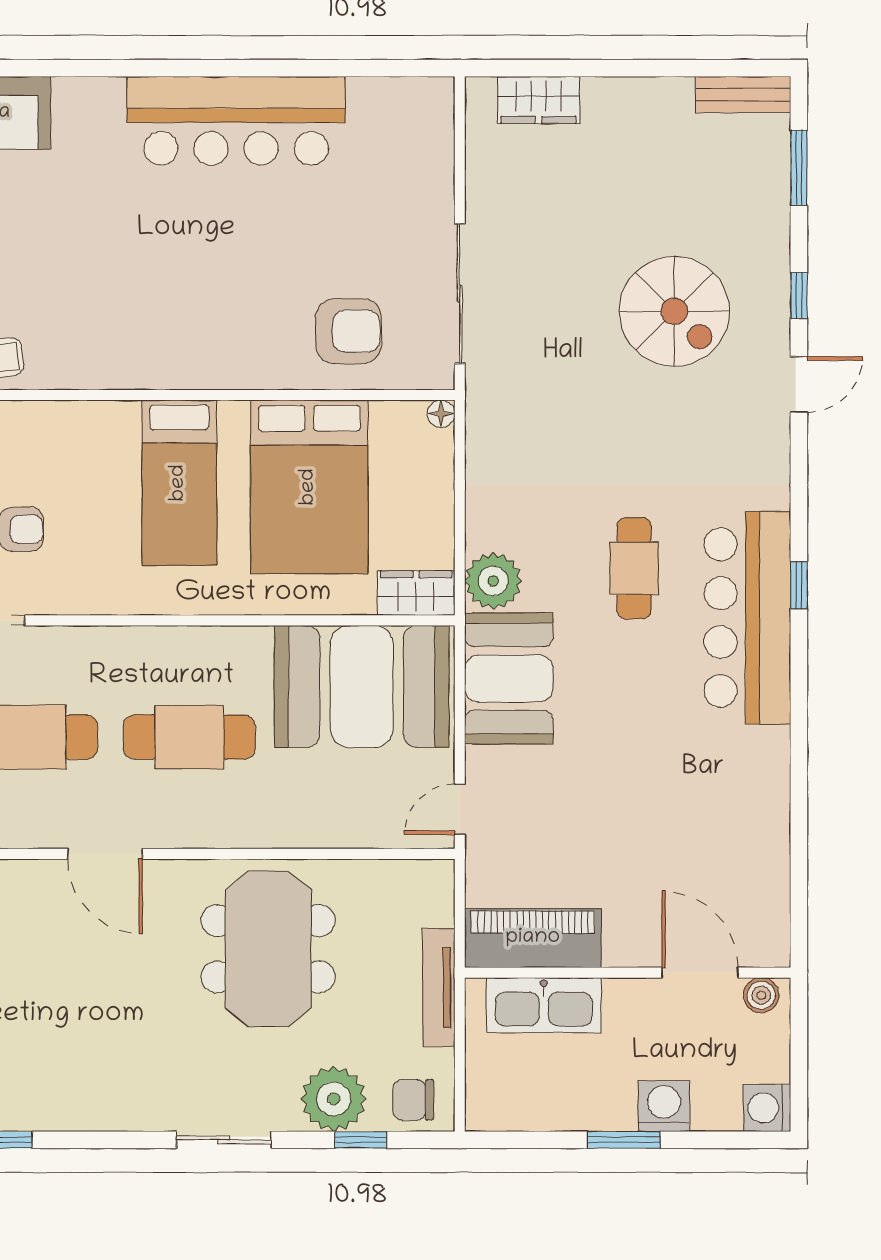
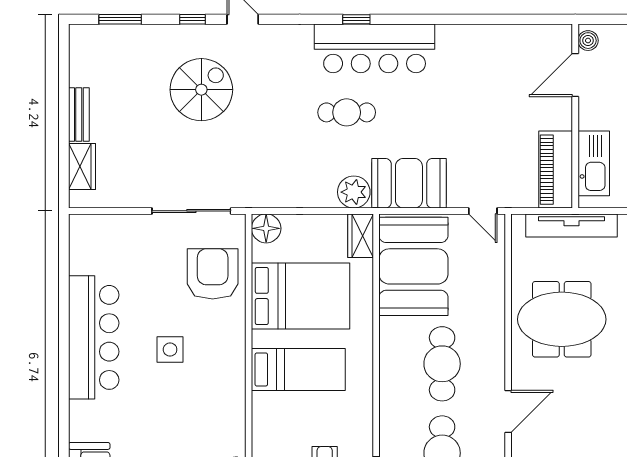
bench: (743, 94) -> (79, 115), moved
side table: (215, 256) -> (170, 350), added
armchair: (348, 331) -> (213, 274), width x1.36, depth x1.36
floor lamp: (441, 414) -> (266, 228), width x1.89, depth x1.89
tv unit: (439, 987) -> (571, 225), width x1.36, depth x1.29

